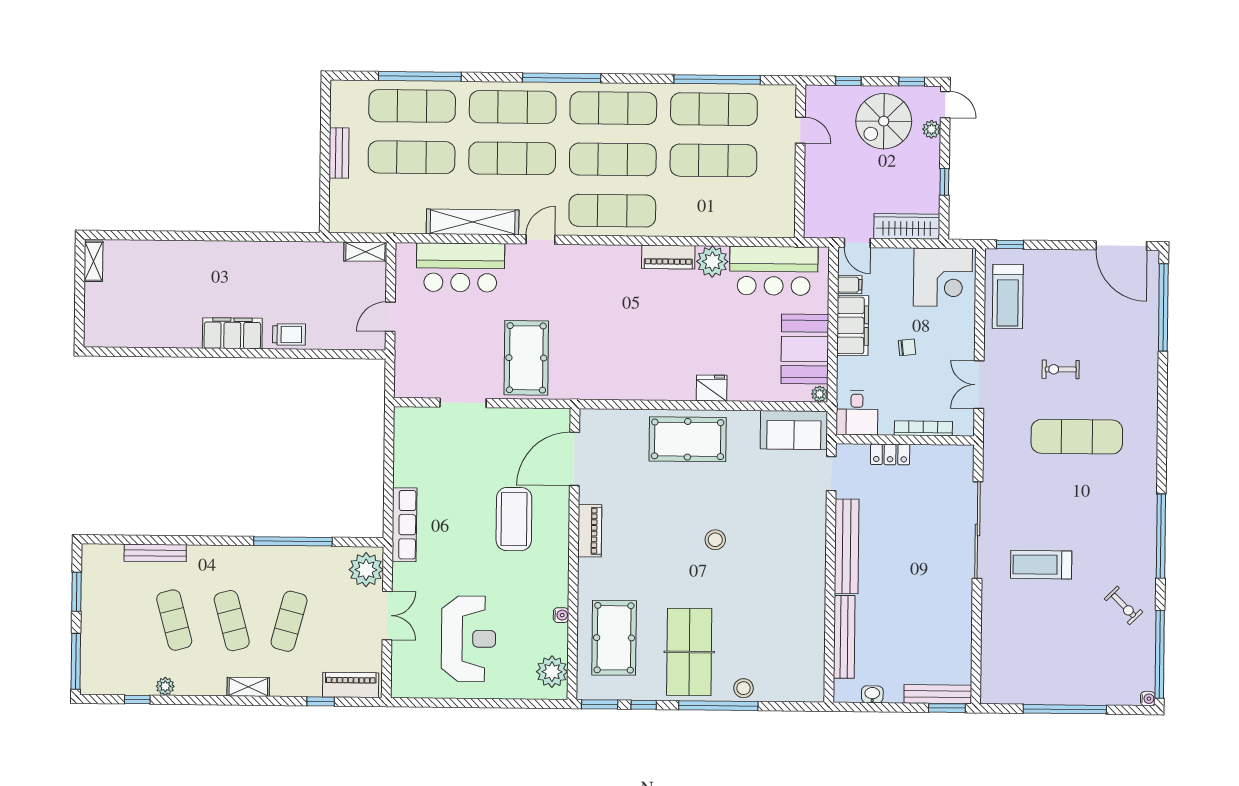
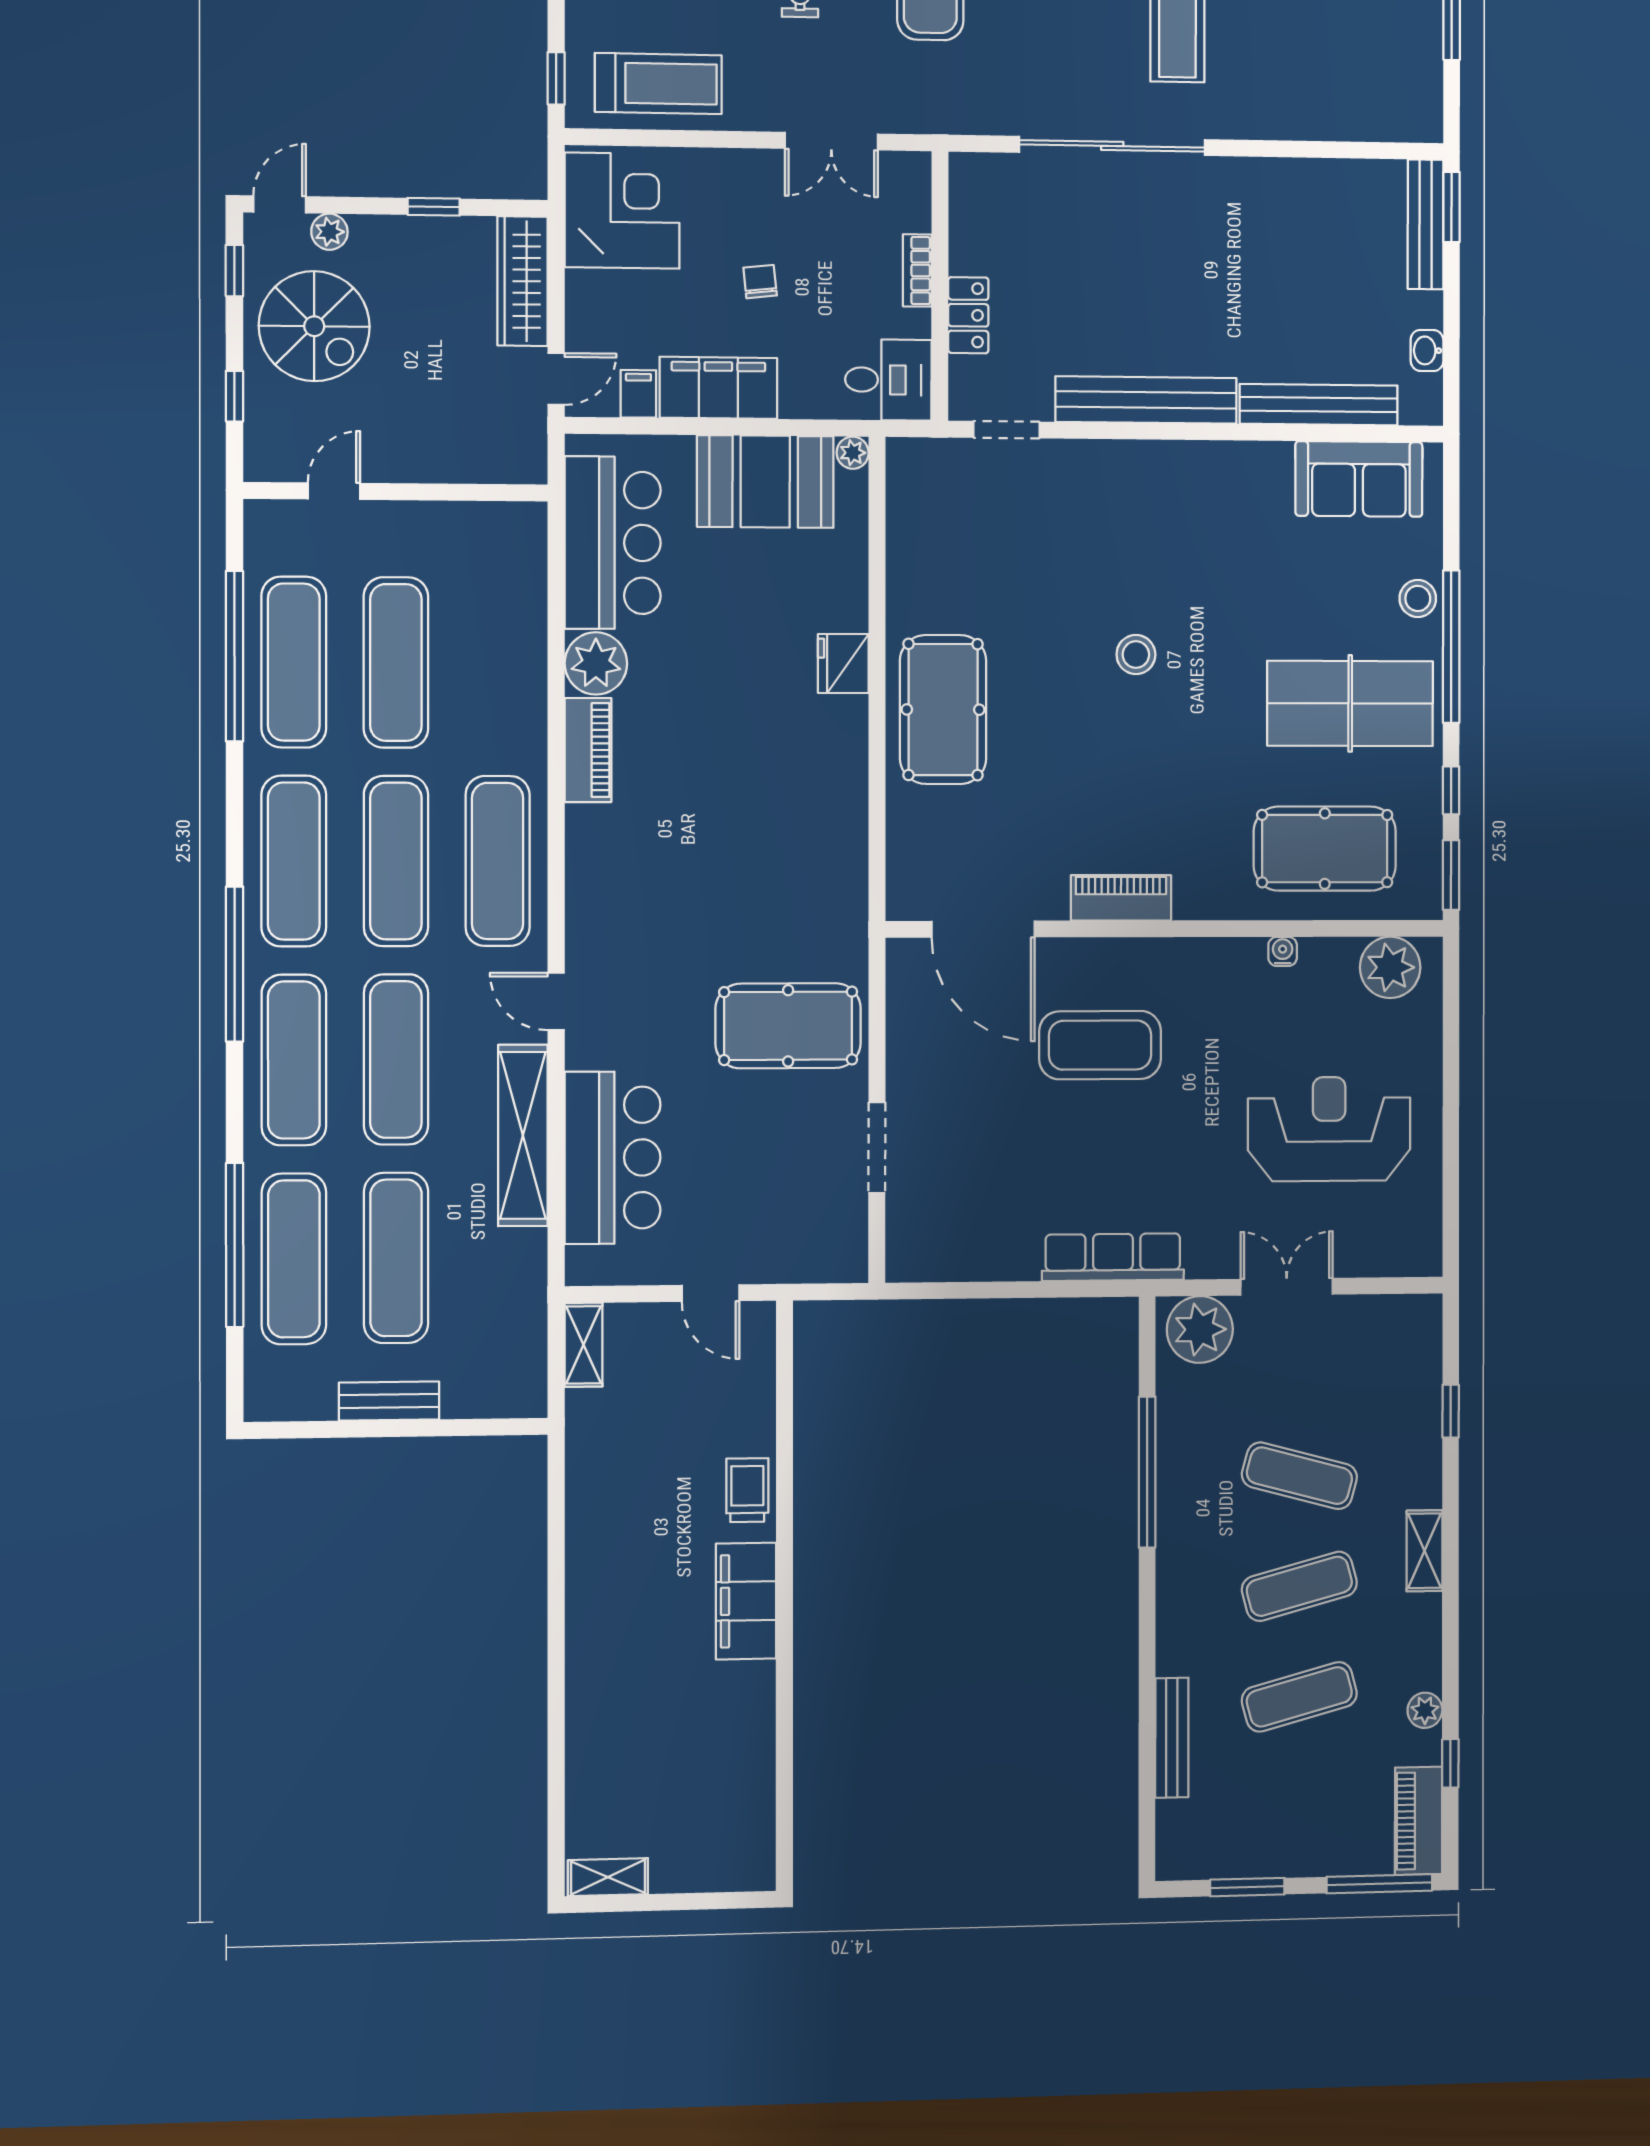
bookcase: (923, 428) -> (917, 270), width x0.64
sofa: (794, 430) -> (1359, 479), moved, turned 90
piano: (351, 685) -> (1419, 1821), moved

